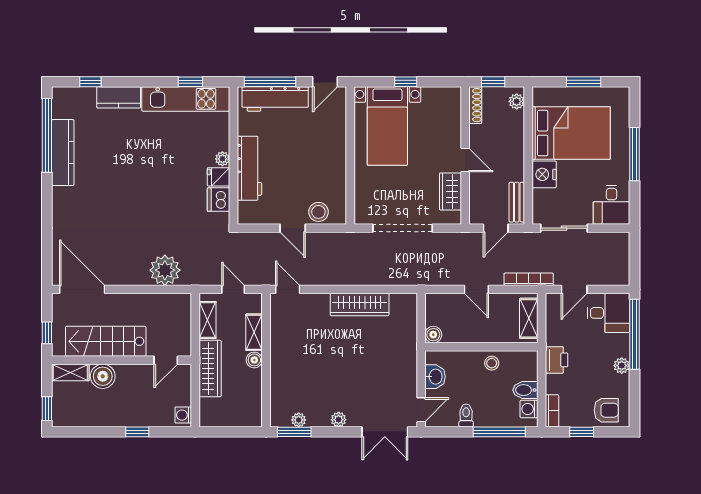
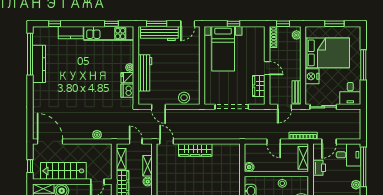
window: (270, 82) -> (157, 24), width x0.69
door: (293, 228) -> (158, 107), moved
plant: (165, 270) -> (97, 135), width x0.53, depth x0.53
wardrobe: (360, 305) -> (195, 150), moved
printer: (557, 360) -> (319, 168), moved

